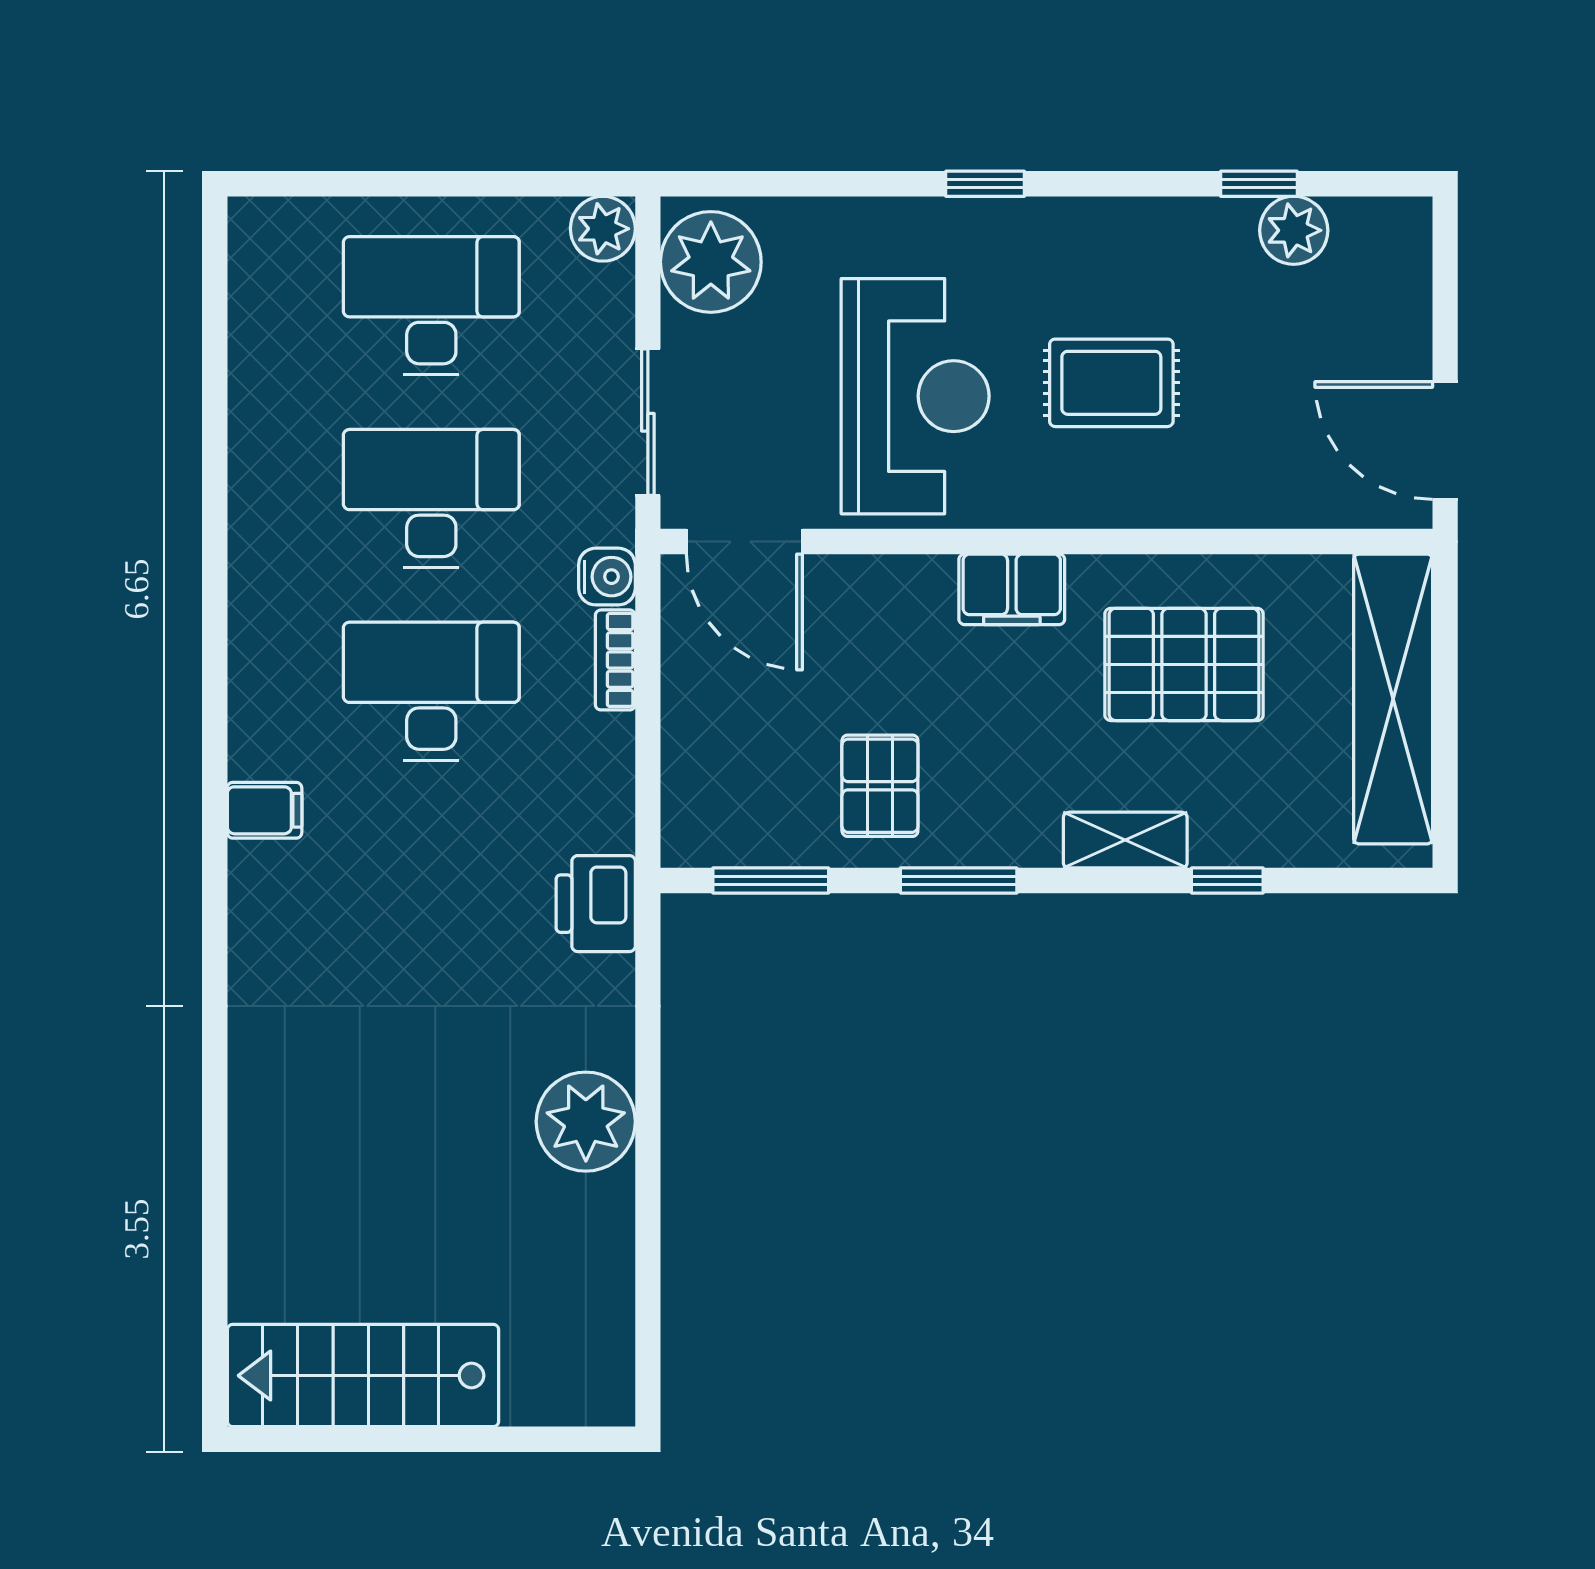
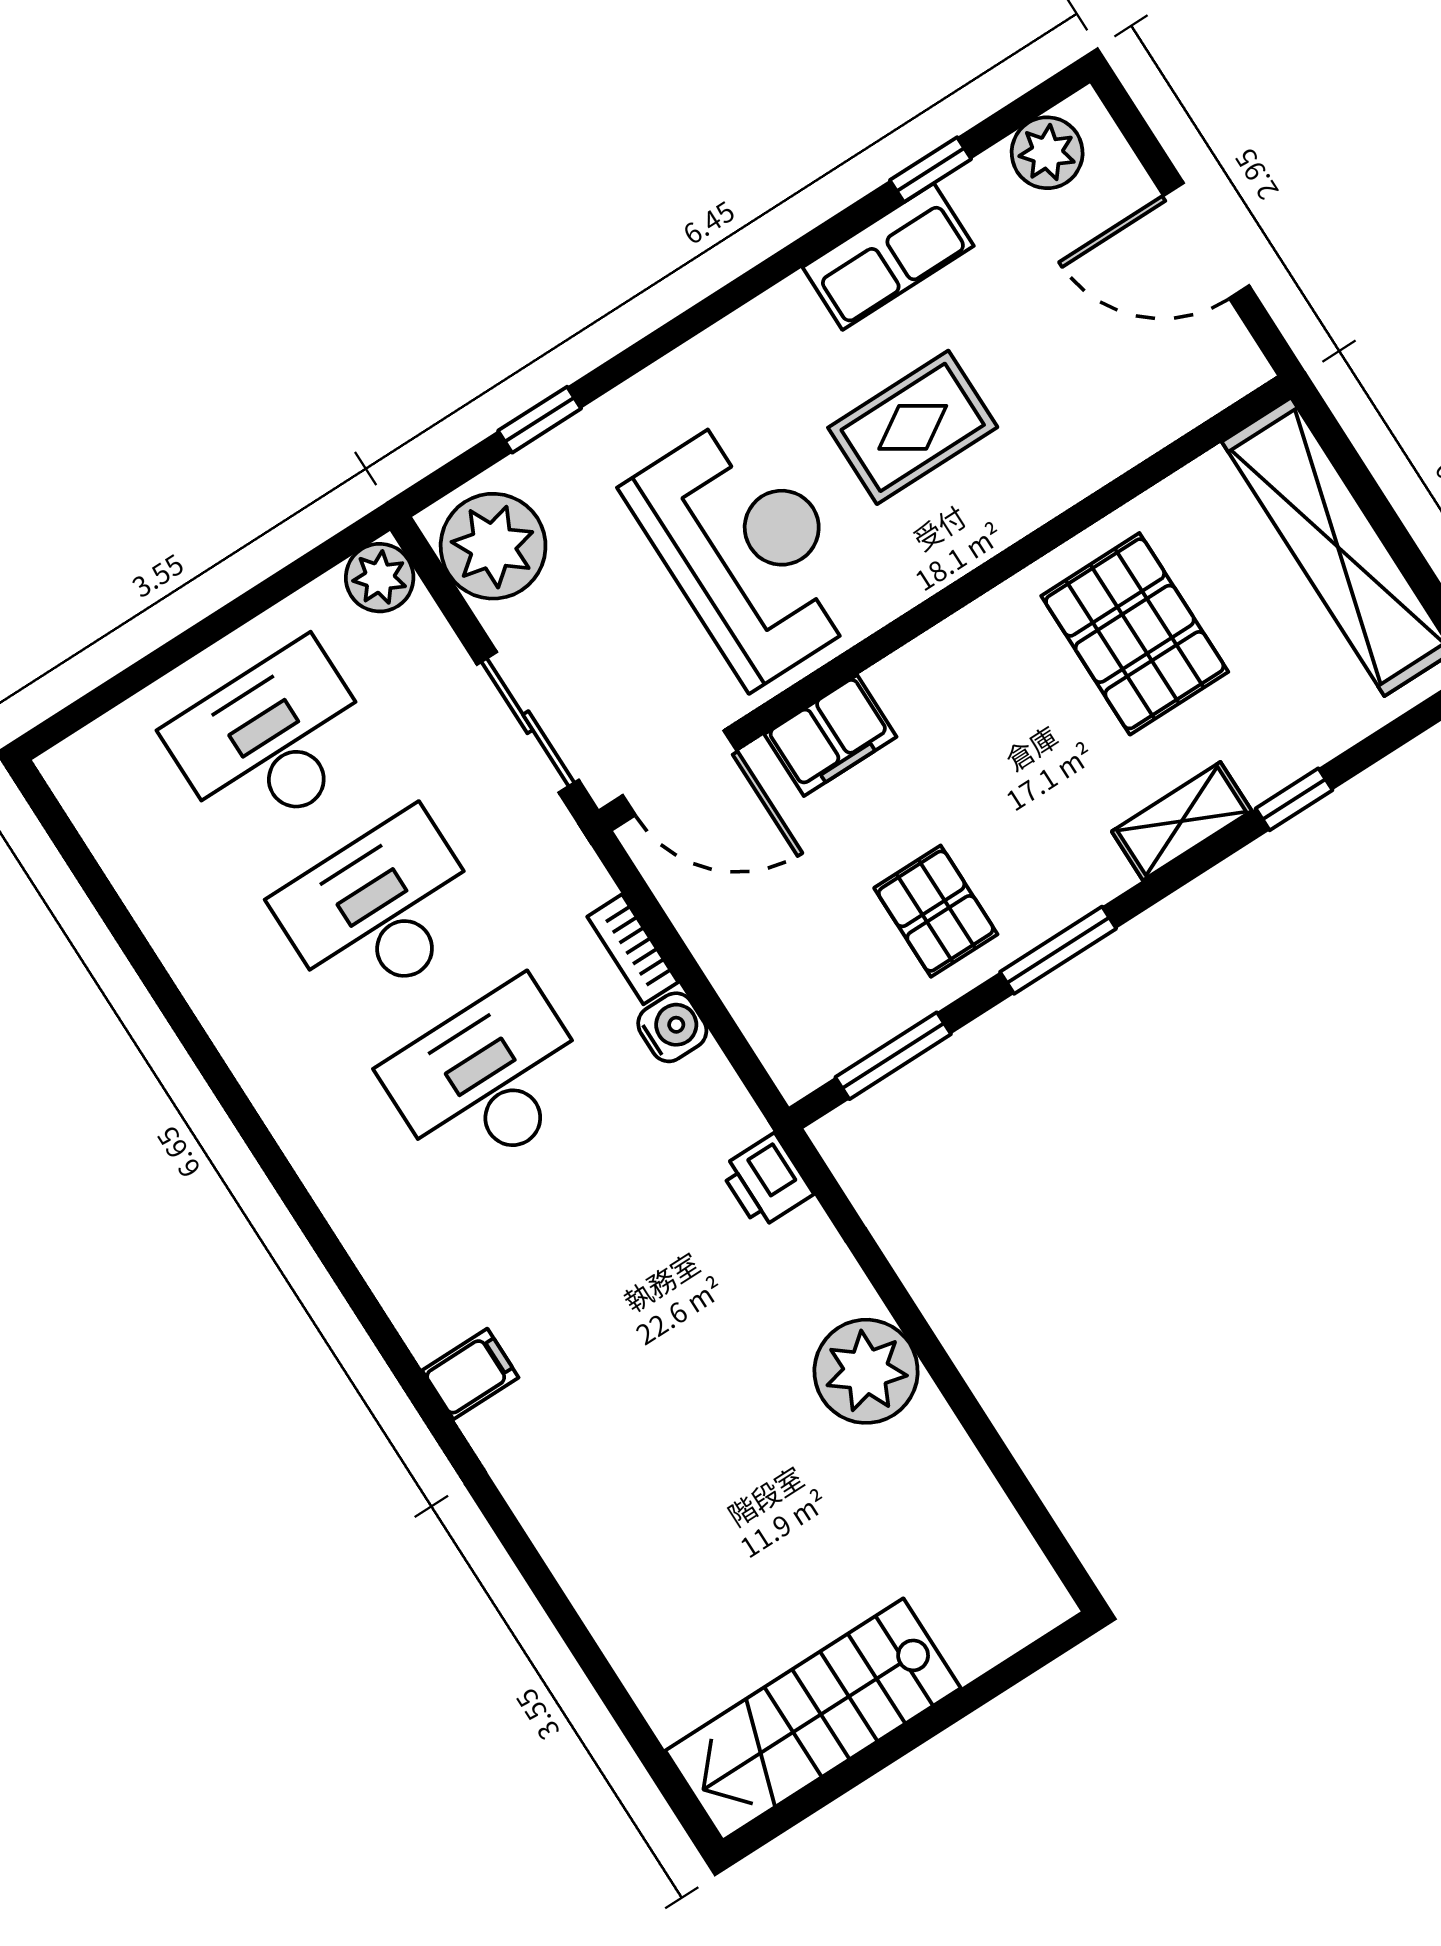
window: (985, 184) -> (540, 420), moved
plant: (1294, 230) -> (1047, 153), moved
row of seats: (1180, 232) -> (888, 257), added
door: (1445, 441) -> (1206, 241), moved
water cooler: (607, 577) -> (672, 1027), moved
filing cabinet: (1012, 589) -> (830, 735), moved
pallet: (1184, 664) -> (1135, 634), turned 90
filing cabinet: (265, 810) -> (470, 1374), moved
printer: (596, 904) -> (766, 1181), width x0.73, depth x0.81

